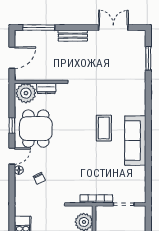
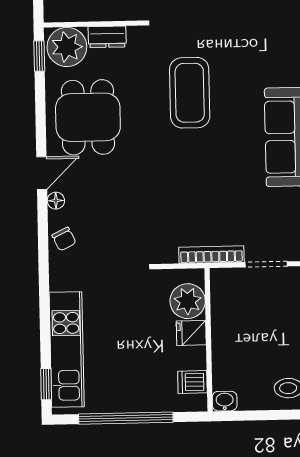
window: (12, 125) -> (39, 56), moved
coffee table: (104, 128) -> (190, 93), moved, width x1.36, depth x1.32
chair: (39, 178) -> (64, 239), moved

